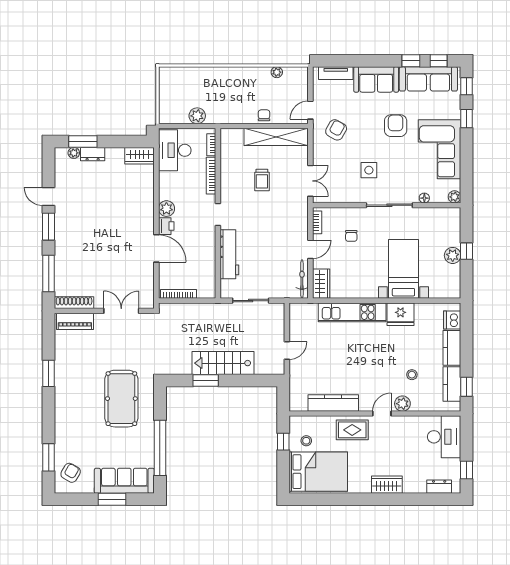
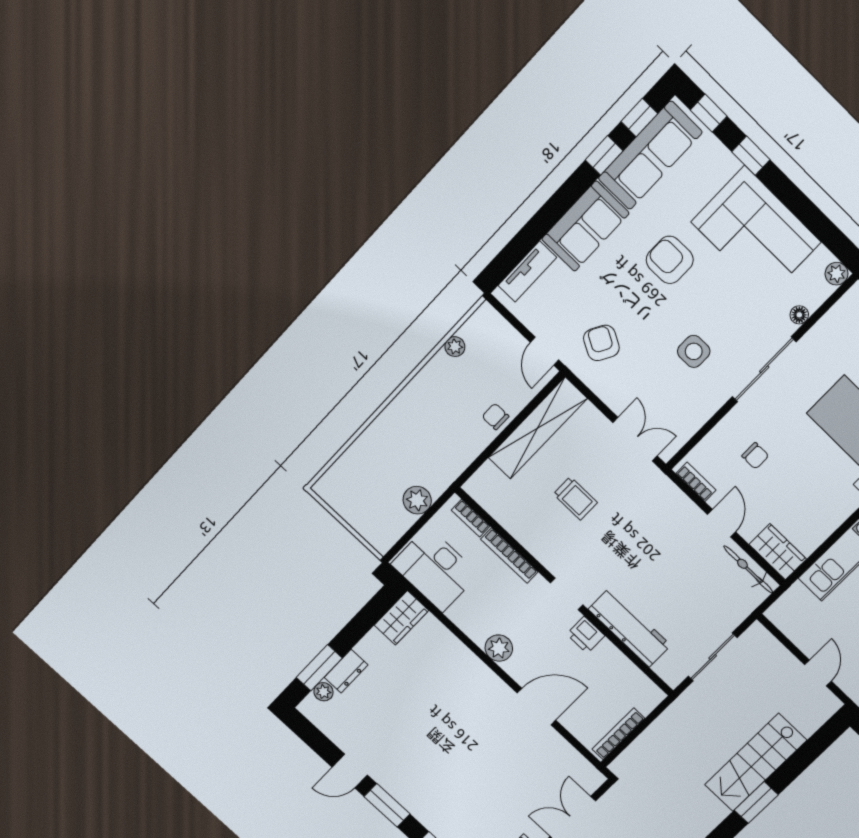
printer: (166, 226) -> (586, 635), moved, turned 180

